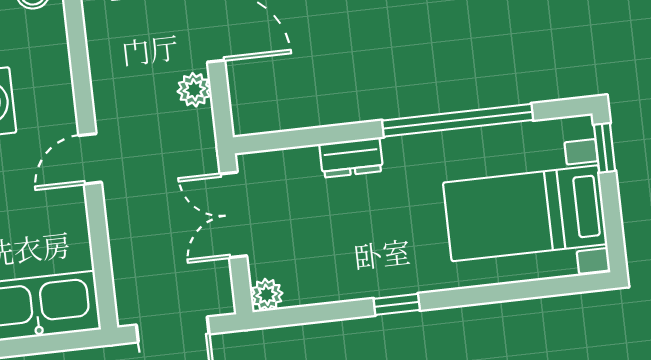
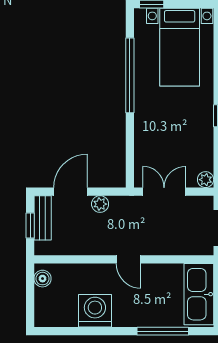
dresser: (351, 157) -> (142, 130), removed
double door: (233, 215) -> (164, 192), swing flipped

